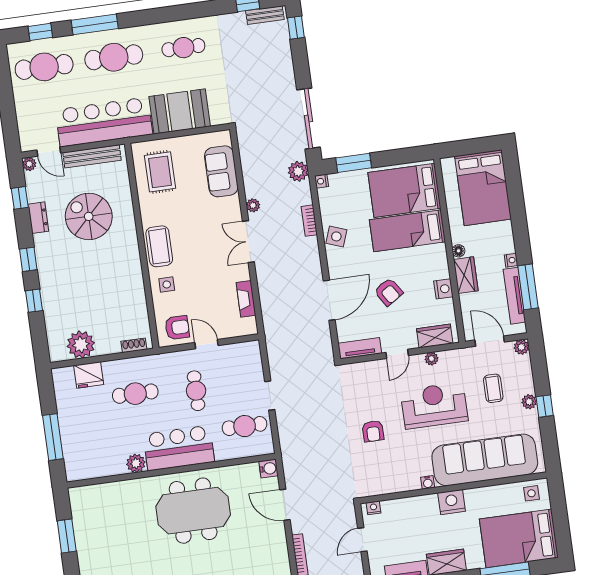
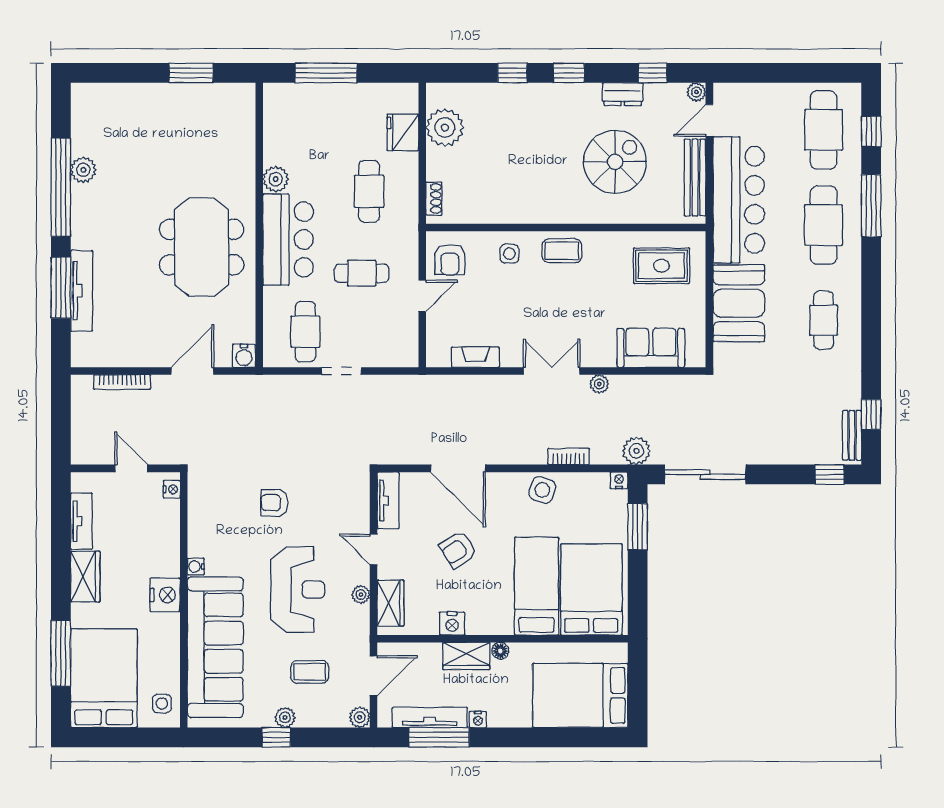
coffee table: (159, 246) -> (562, 251), width x0.73, depth x0.77

